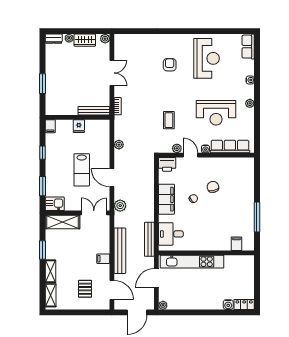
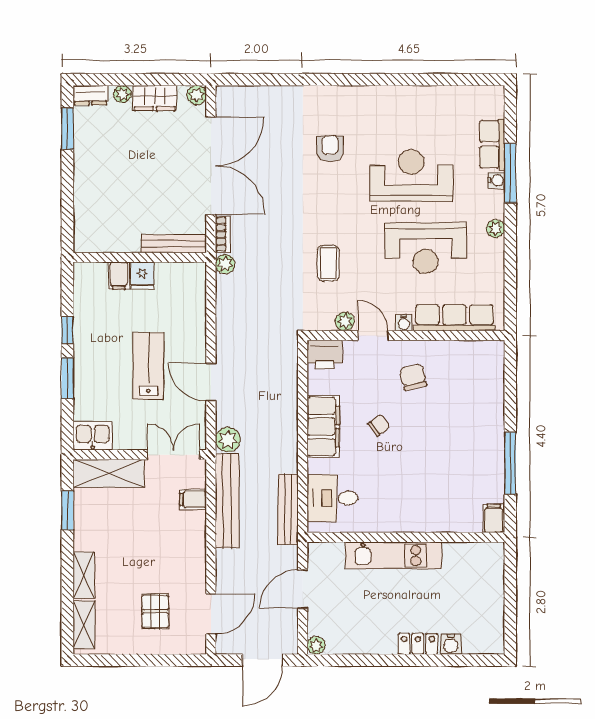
row of seats: (248, 47) -> (492, 144), moved
reception desk: (207, 58) -> (411, 176), moved, turned -90
double door: (112, 73) -> (211, 166), width x1.87
window: (257, 76) -> (510, 173), added
window: (43, 84) -> (67, 129), moved
filing cabinet: (50, 126) -> (119, 276), moved
plant: (119, 145) -> (225, 264), moved
lab bench: (82, 170) -> (148, 366), turned 180
window: (43, 186) -> (67, 378), moved
chair: (213, 187) -> (413, 377), moved
filing cabinet: (236, 244) -> (494, 518), moved
window: (43, 250) -> (67, 510), moved
bench: (120, 251) -> (227, 501), moved
filing cabinet: (103, 259) -> (193, 499), moved
kitchen unit: (192, 262) -> (394, 555), width x0.73
door: (112, 290) -> (211, 614), hinge flipped
locker: (244, 304) -> (418, 644), moved

